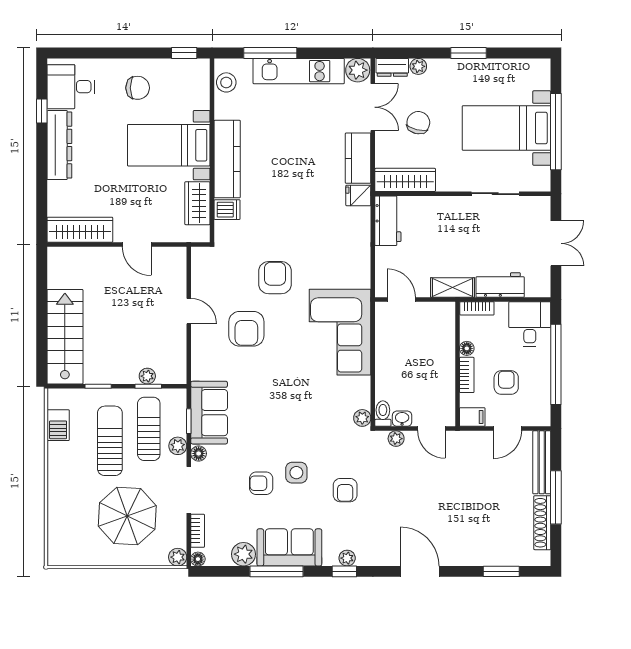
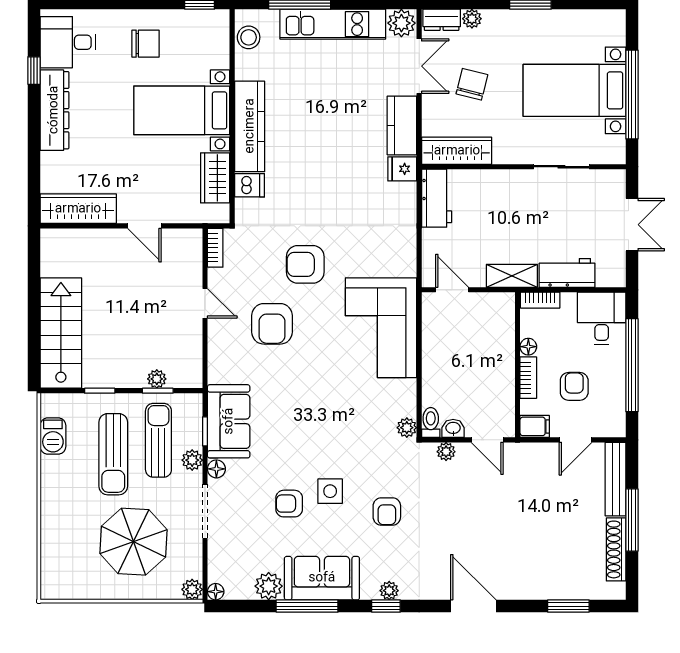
armchair: (275, 278) -> (305, 264), turned -90
sun lounger: (110, 441) -> (113, 454), turned 180
bookcase: (198, 531) -> (215, 248), moved

